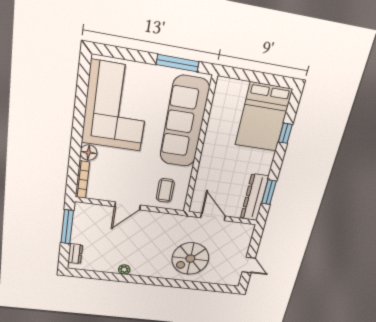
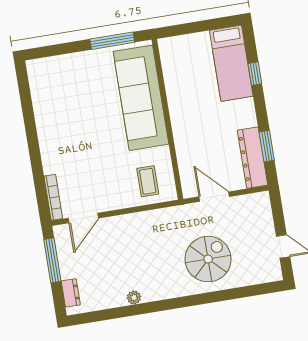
corner sofa: (116, 107) -> (65, 105), removed
bed: (264, 117) -> (231, 63), width x0.67
floor lamp: (89, 153) -> (51, 164), removed
door: (128, 206) -> (83, 218), moved
spiral stairs: (190, 259) -> (208, 259), turned 180

